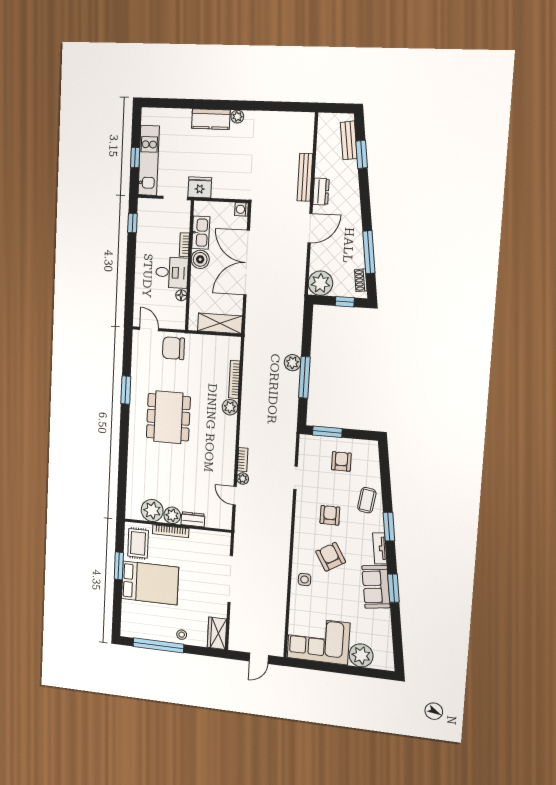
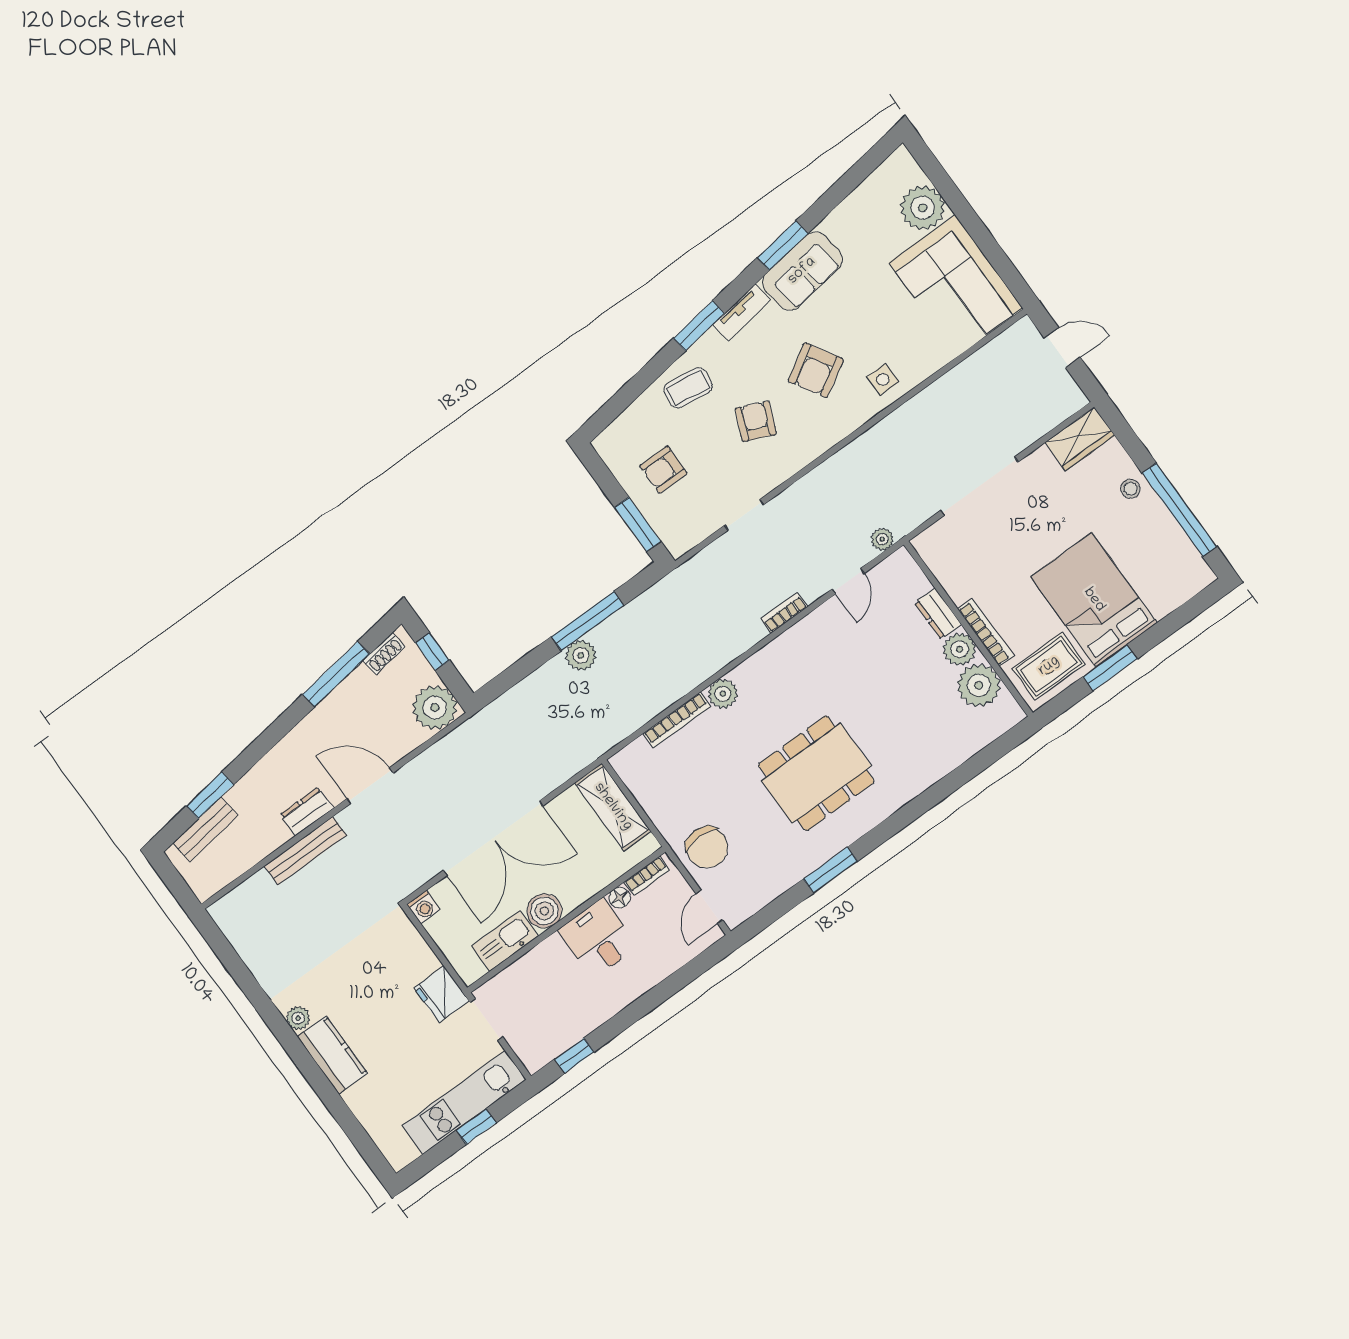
bookcase: (184, 245) -> (647, 876), moved
plant: (243, 479) -> (882, 539), moved
armchair: (330, 515) -> (756, 421), turned 113

